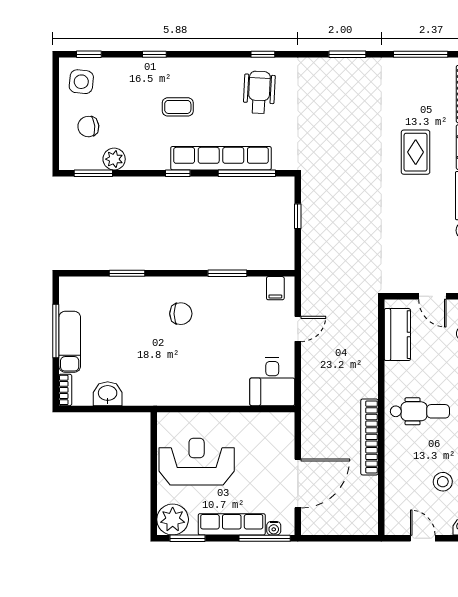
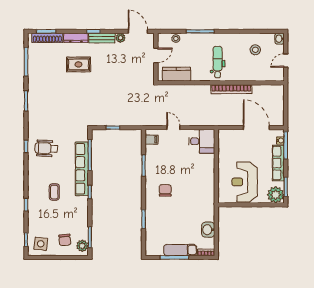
plant: (114, 159) -> (82, 246), moved

